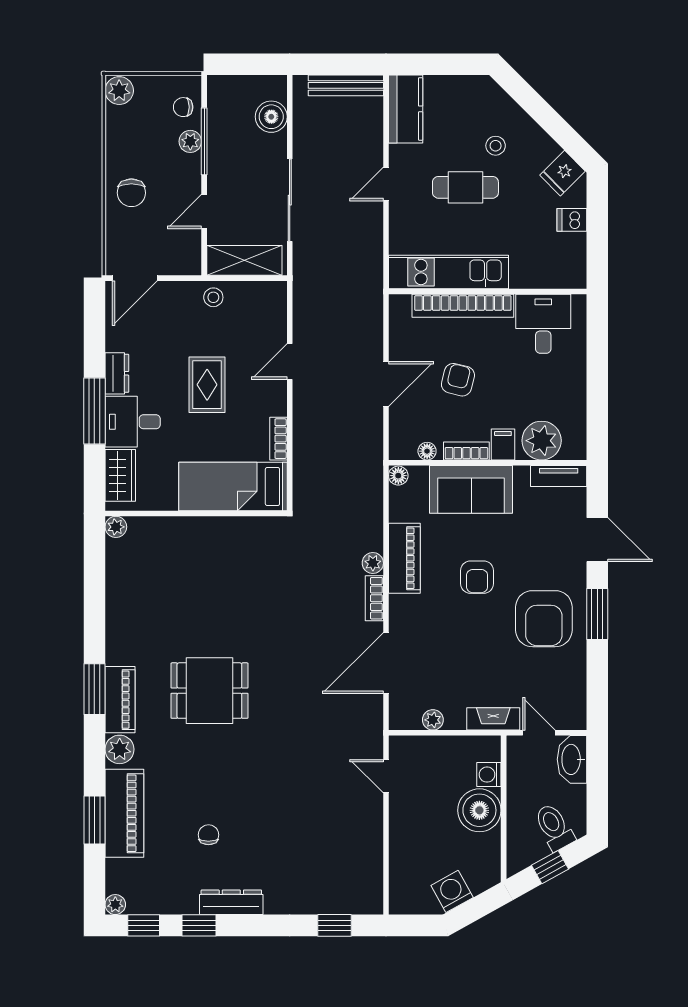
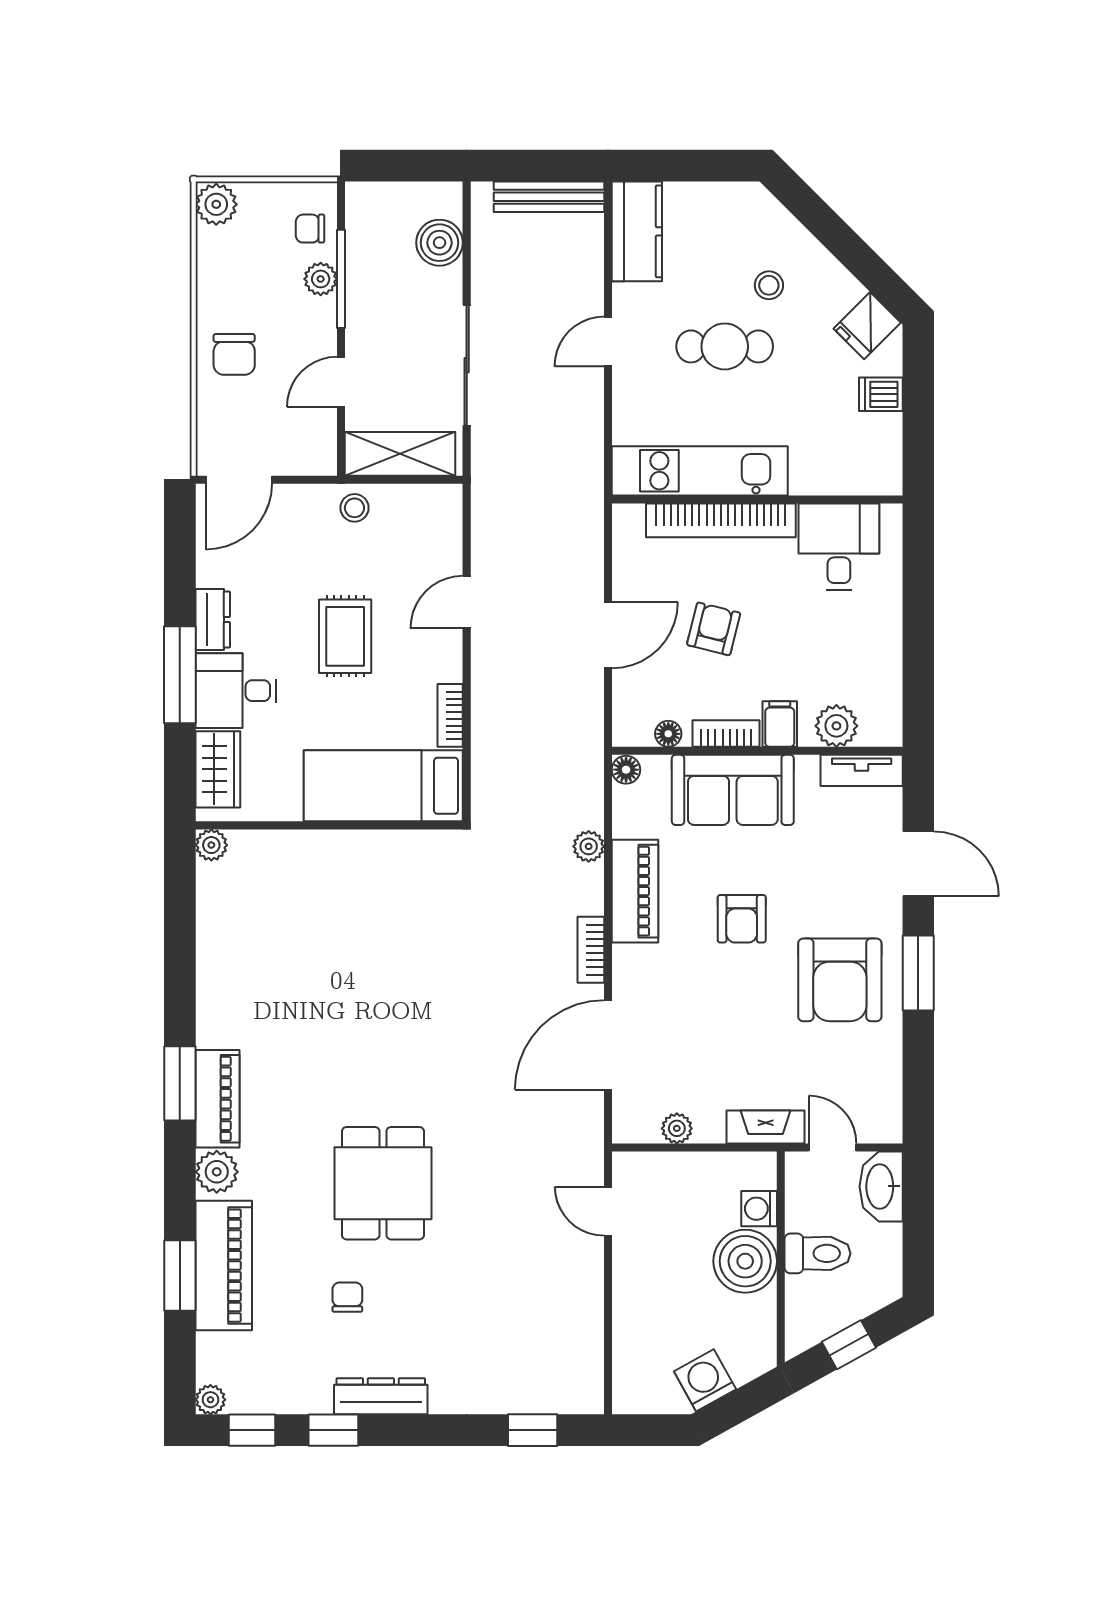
plant: (542, 441) -> (836, 726), width x0.73, depth x0.73
plant: (373, 563) -> (589, 846), moved
dining table: (209, 691) -> (383, 1183), moved, turned 90
toilet: (554, 827) -> (818, 1253), moved, turned 119

